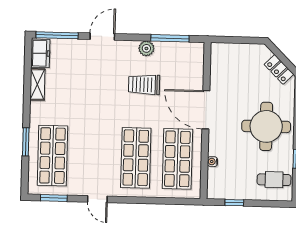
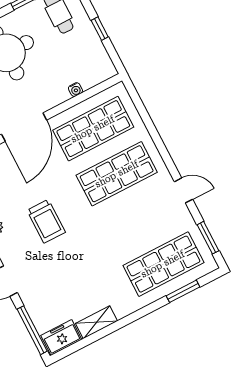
trolley: (144, 85) -> (46, 221), moved
window: (26, 142) -> (183, 291), moved
door: (97, 199) -> (184, 190), hinge flipped
window: (234, 203) -> (100, 29), moved

